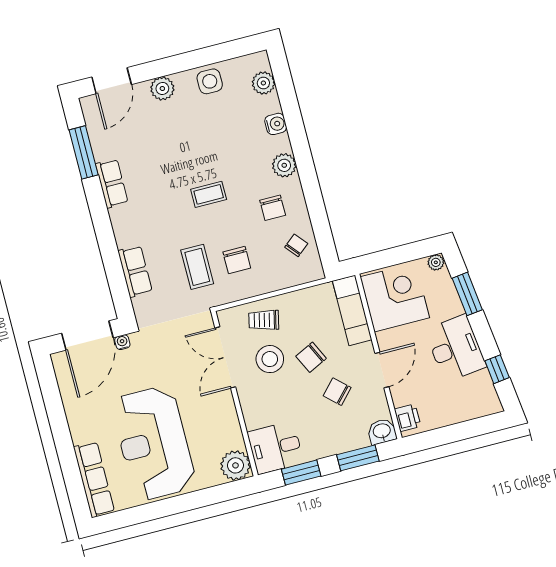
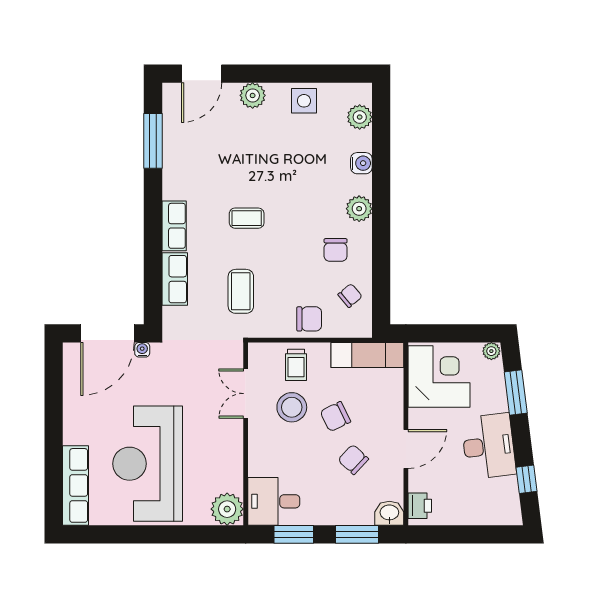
row of seats: (112, 183) -> (174, 226), moved
coffee table: (209, 194) -> (247, 218), moved
chair: (237, 260) -> (309, 319), moved, turned -90
exam couch: (352, 310) -> (367, 355), moved, turned -90
trolley: (264, 320) -> (296, 365), turned -103
double door: (225, 357) -> (246, 394), width x0.73

